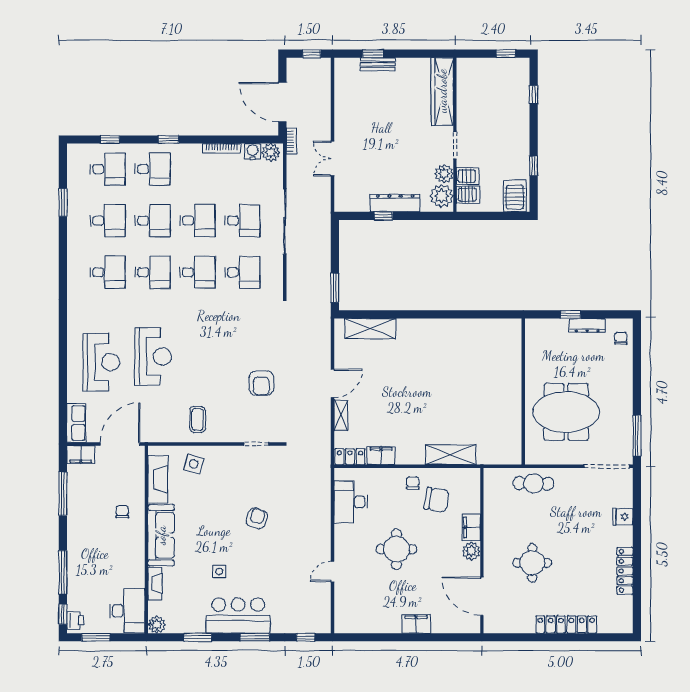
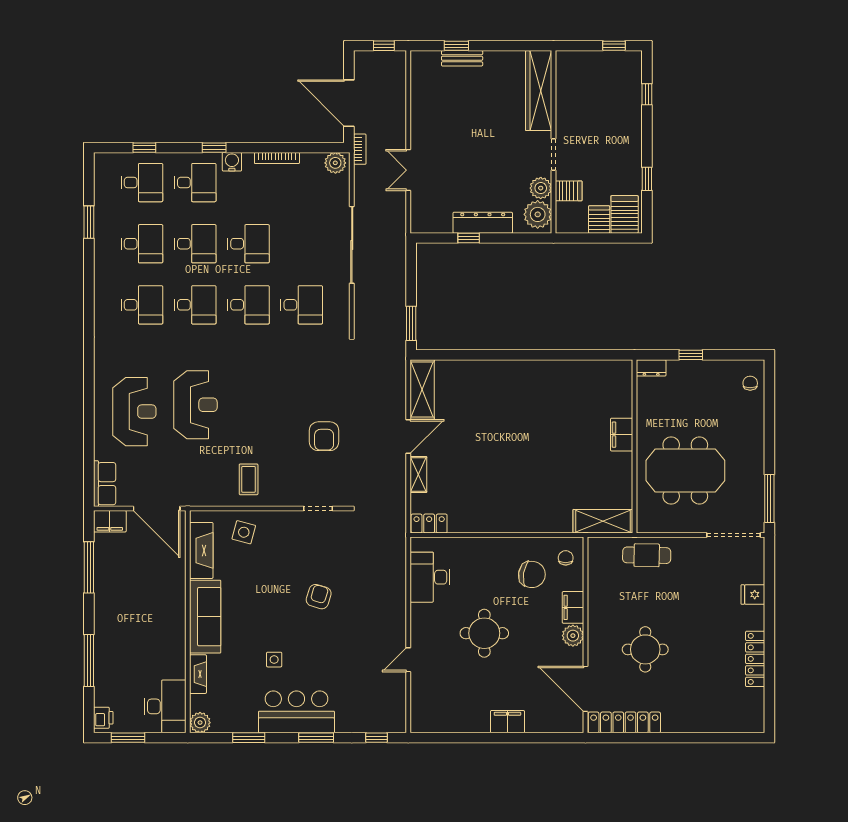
water cooler: (253, 151) -> (232, 162), moved
server rack: (468, 195) -> (599, 219), moved, turned -90
desk: (242, 221) -> (302, 244), removed
dresser: (587, 325) -> (651, 368), moved, width x0.70
shelving: (370, 328) -> (422, 389), moved, turned 90
door: (120, 444) -> (157, 509), swing flipped
filing cabinet: (381, 455) -> (622, 435), moved, turned -90
shelving: (451, 455) -> (603, 521), moved
chair: (413, 483) -> (566, 558), moved
chair: (122, 512) -> (159, 589), removed
window: (63, 614) -> (89, 710), removed
locker: (566, 624) -> (624, 722), moved

